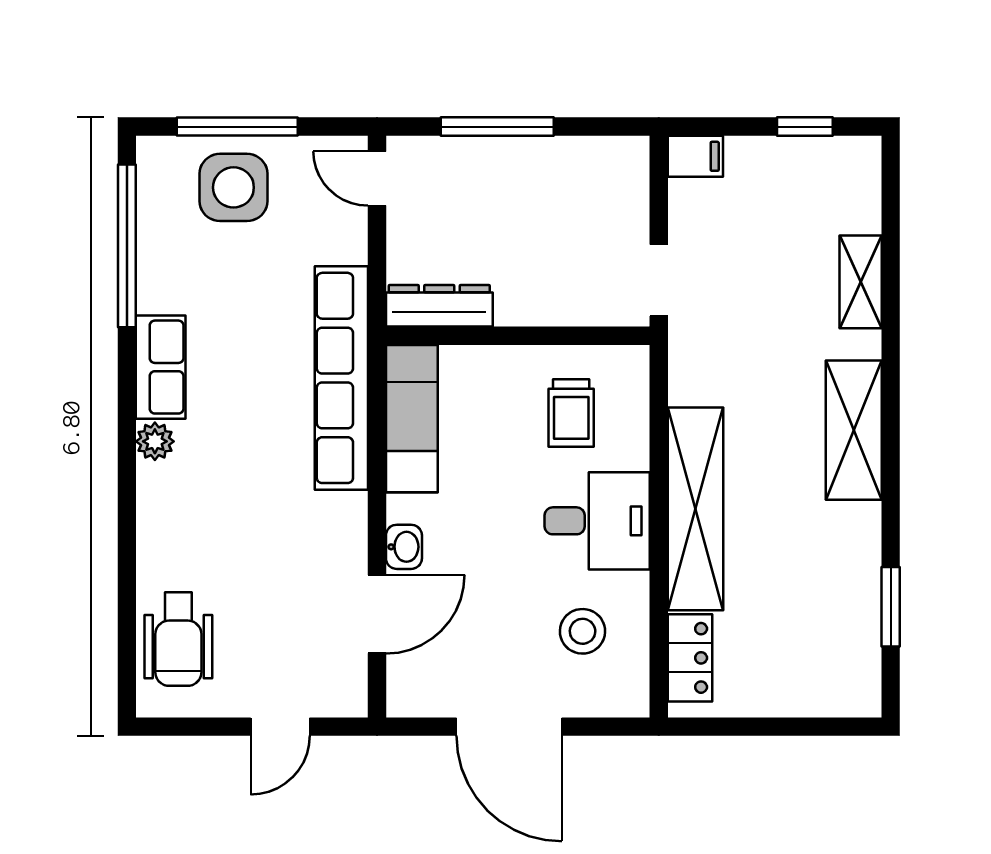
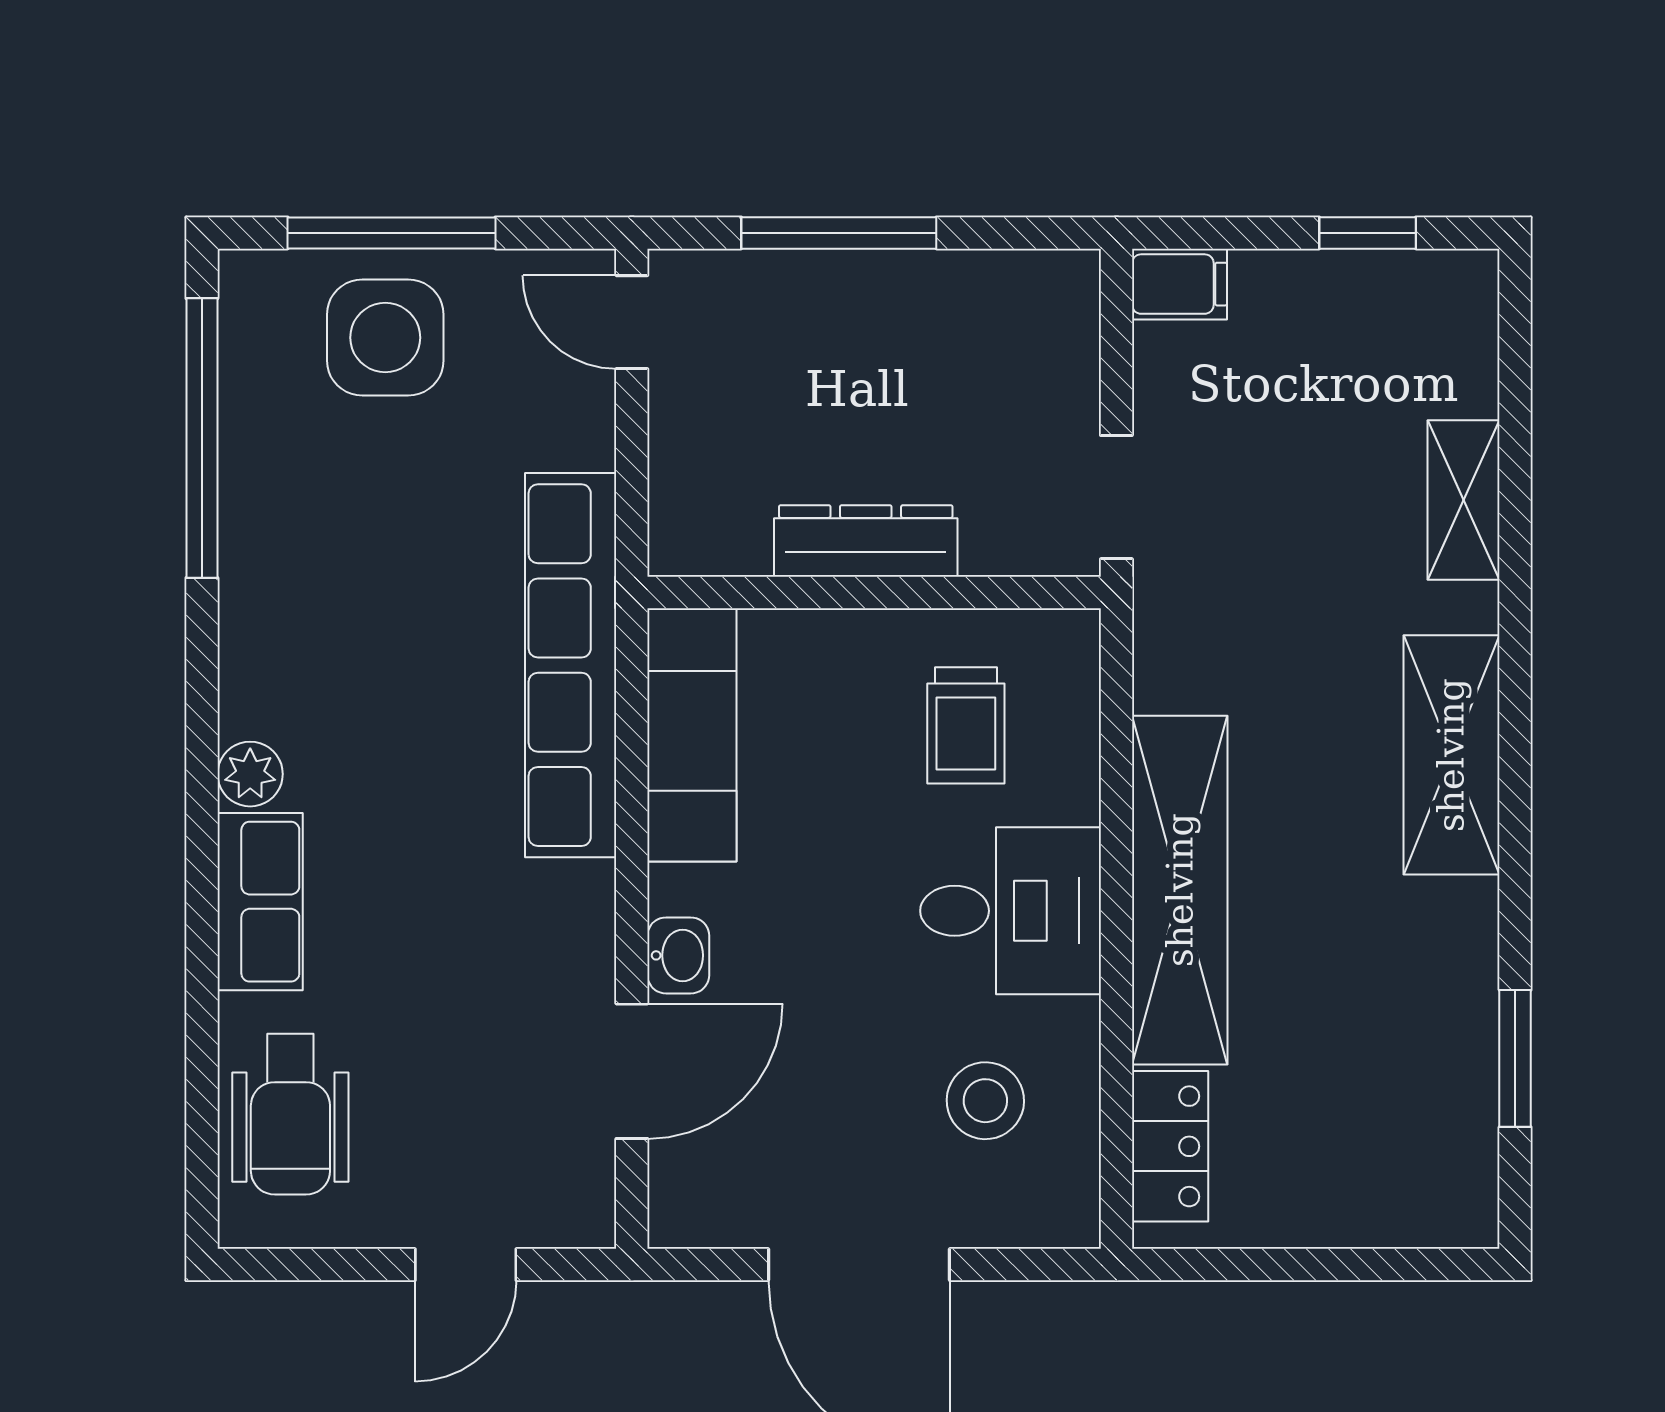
dresser: (439, 306) -> (866, 541), moved
row of seats: (161, 367) -> (260, 902), moved

